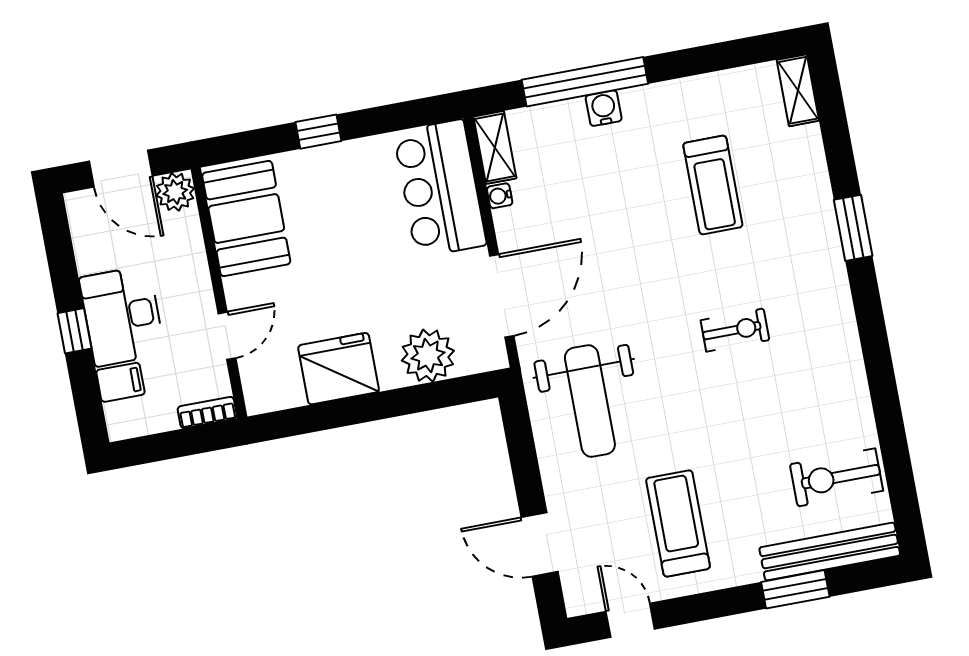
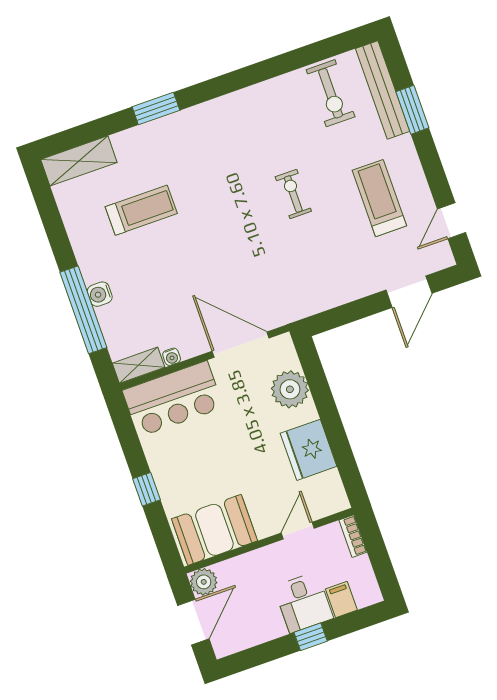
shelving: (798, 90) -> (79, 161), width x1.50, depth x1.33
desk: (122, 316) -> (303, 602), width x0.73
exercise bike: (735, 330) -> (293, 194), moved
door: (227, 336) -> (298, 531), hinge flipped
weight bench: (590, 401) -> (304, 272), removed
treadmill: (678, 523) -> (379, 198), turned 90

